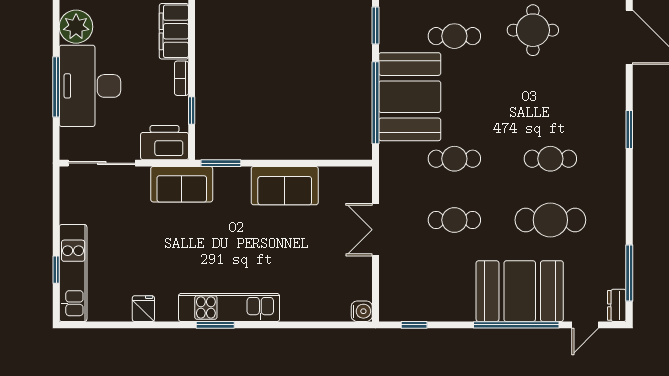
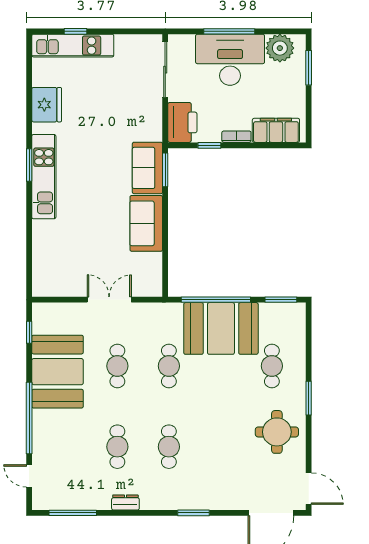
sofa: (182, 184) -> (147, 168), moved
cafe table: (550, 220) -> (117, 447), width x0.73, depth x0.74
booth: (520, 291) -> (58, 372), moved
dresser: (617, 305) -> (125, 502), moved
fridge: (143, 309) -> (47, 105), width x1.88, depth x1.34
water cooler: (362, 311) -> (41, 288), removed

